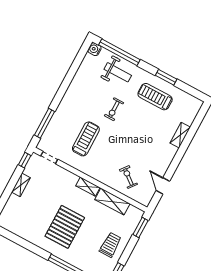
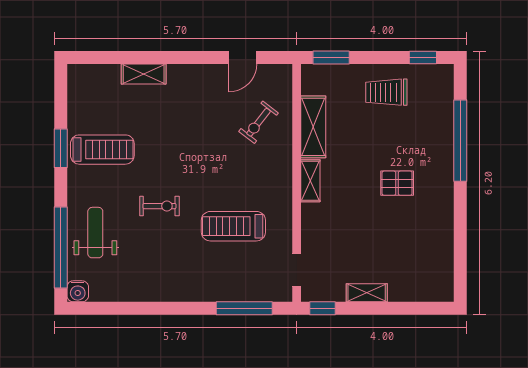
treadmill: (155, 97) -> (102, 150), turned -90
pallet: (65, 227) -> (397, 183), width x0.49, depth x0.50

